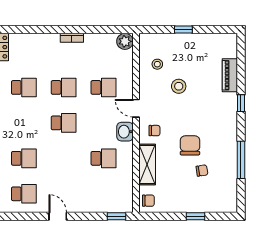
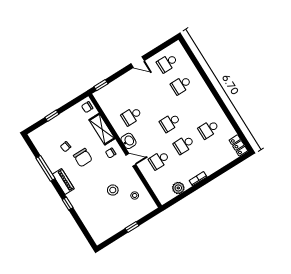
plant: (125, 41) -> (178, 188), moved
piano: (230, 75) -> (63, 182), moved

